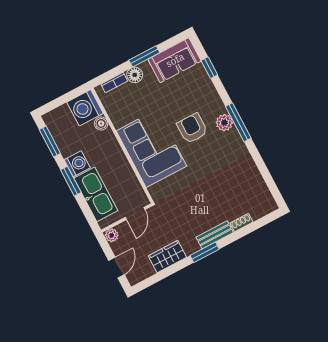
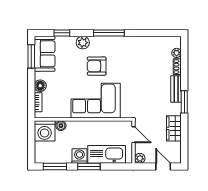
window: (144, 56) -> (31, 56), moved
plant: (224, 123) -> (83, 43), moved
plant: (257, 213) -> (177, 53), added

